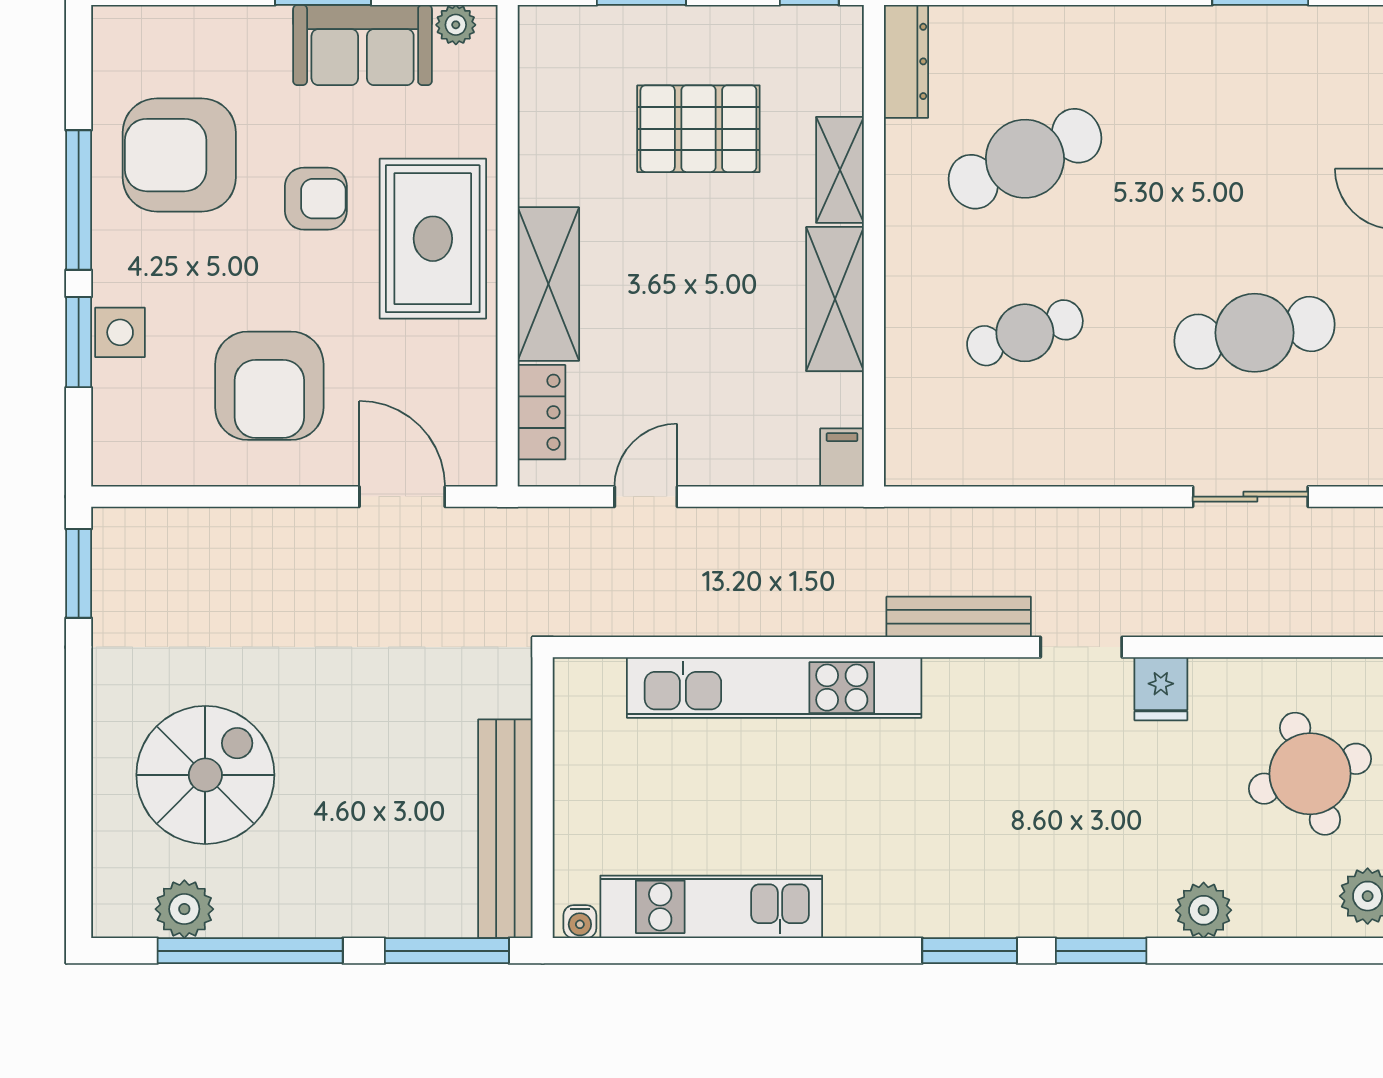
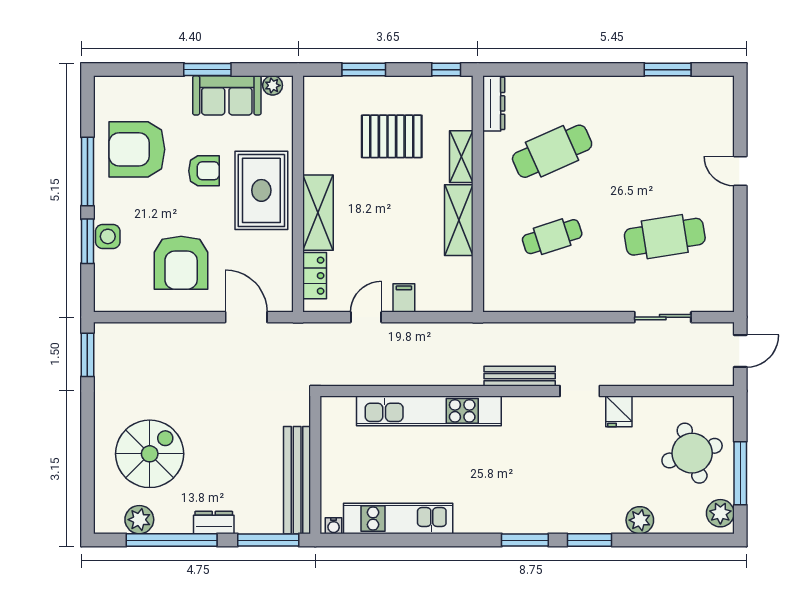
filing cabinet: (842, 458) -> (404, 298), moved
dresser: (336, 915) -> (214, 523), added

